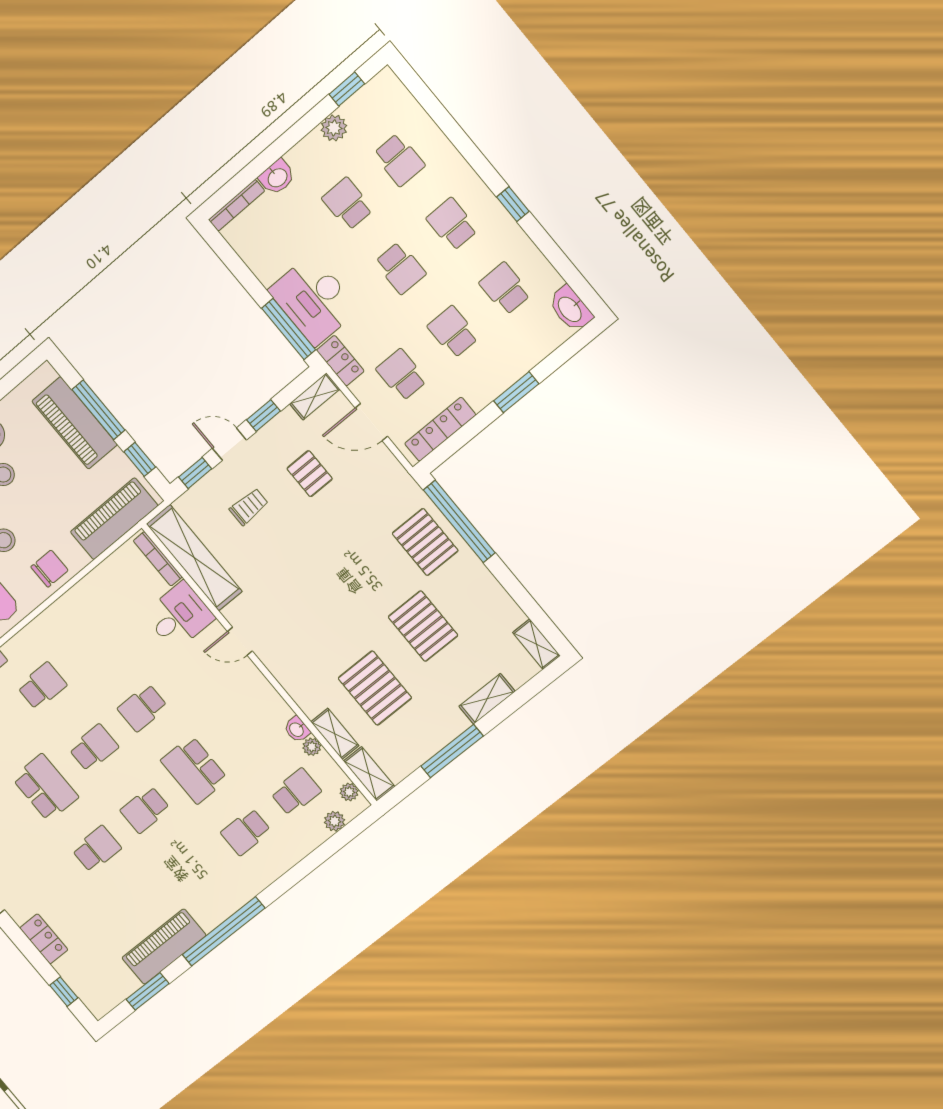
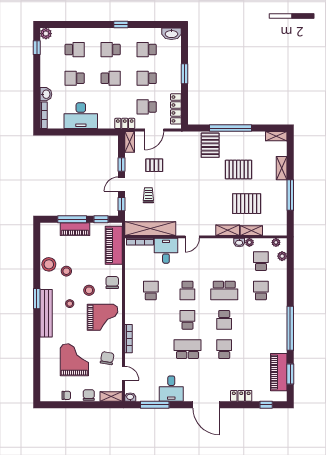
plant: (334, 128) -> (46, 34), moved
desk: (314, 300) -> (81, 116), moved
window: (289, 329) -> (100, 132), removed
piano: (75, 423) -> (75, 229), width x0.73, depth x0.75
window: (459, 521) -> (230, 128), moved
pallet: (425, 542) -> (210, 145), turned 90
school desk: (42, 686) -> (151, 290), moved
shelving: (369, 774) -> (228, 230), moved
school desk: (246, 832) -> (261, 290), turned 180
piano: (164, 947) -> (279, 372), moved

